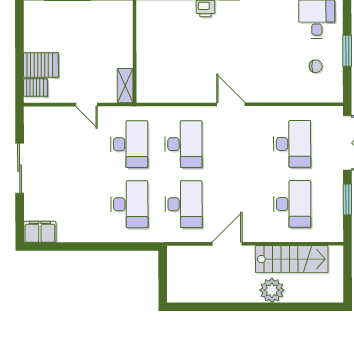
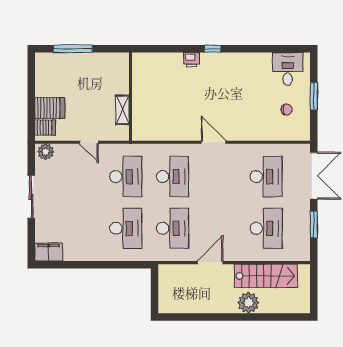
shelving: (125, 86) -> (122, 110), moved
plant: (36, 116) -> (46, 152), added

